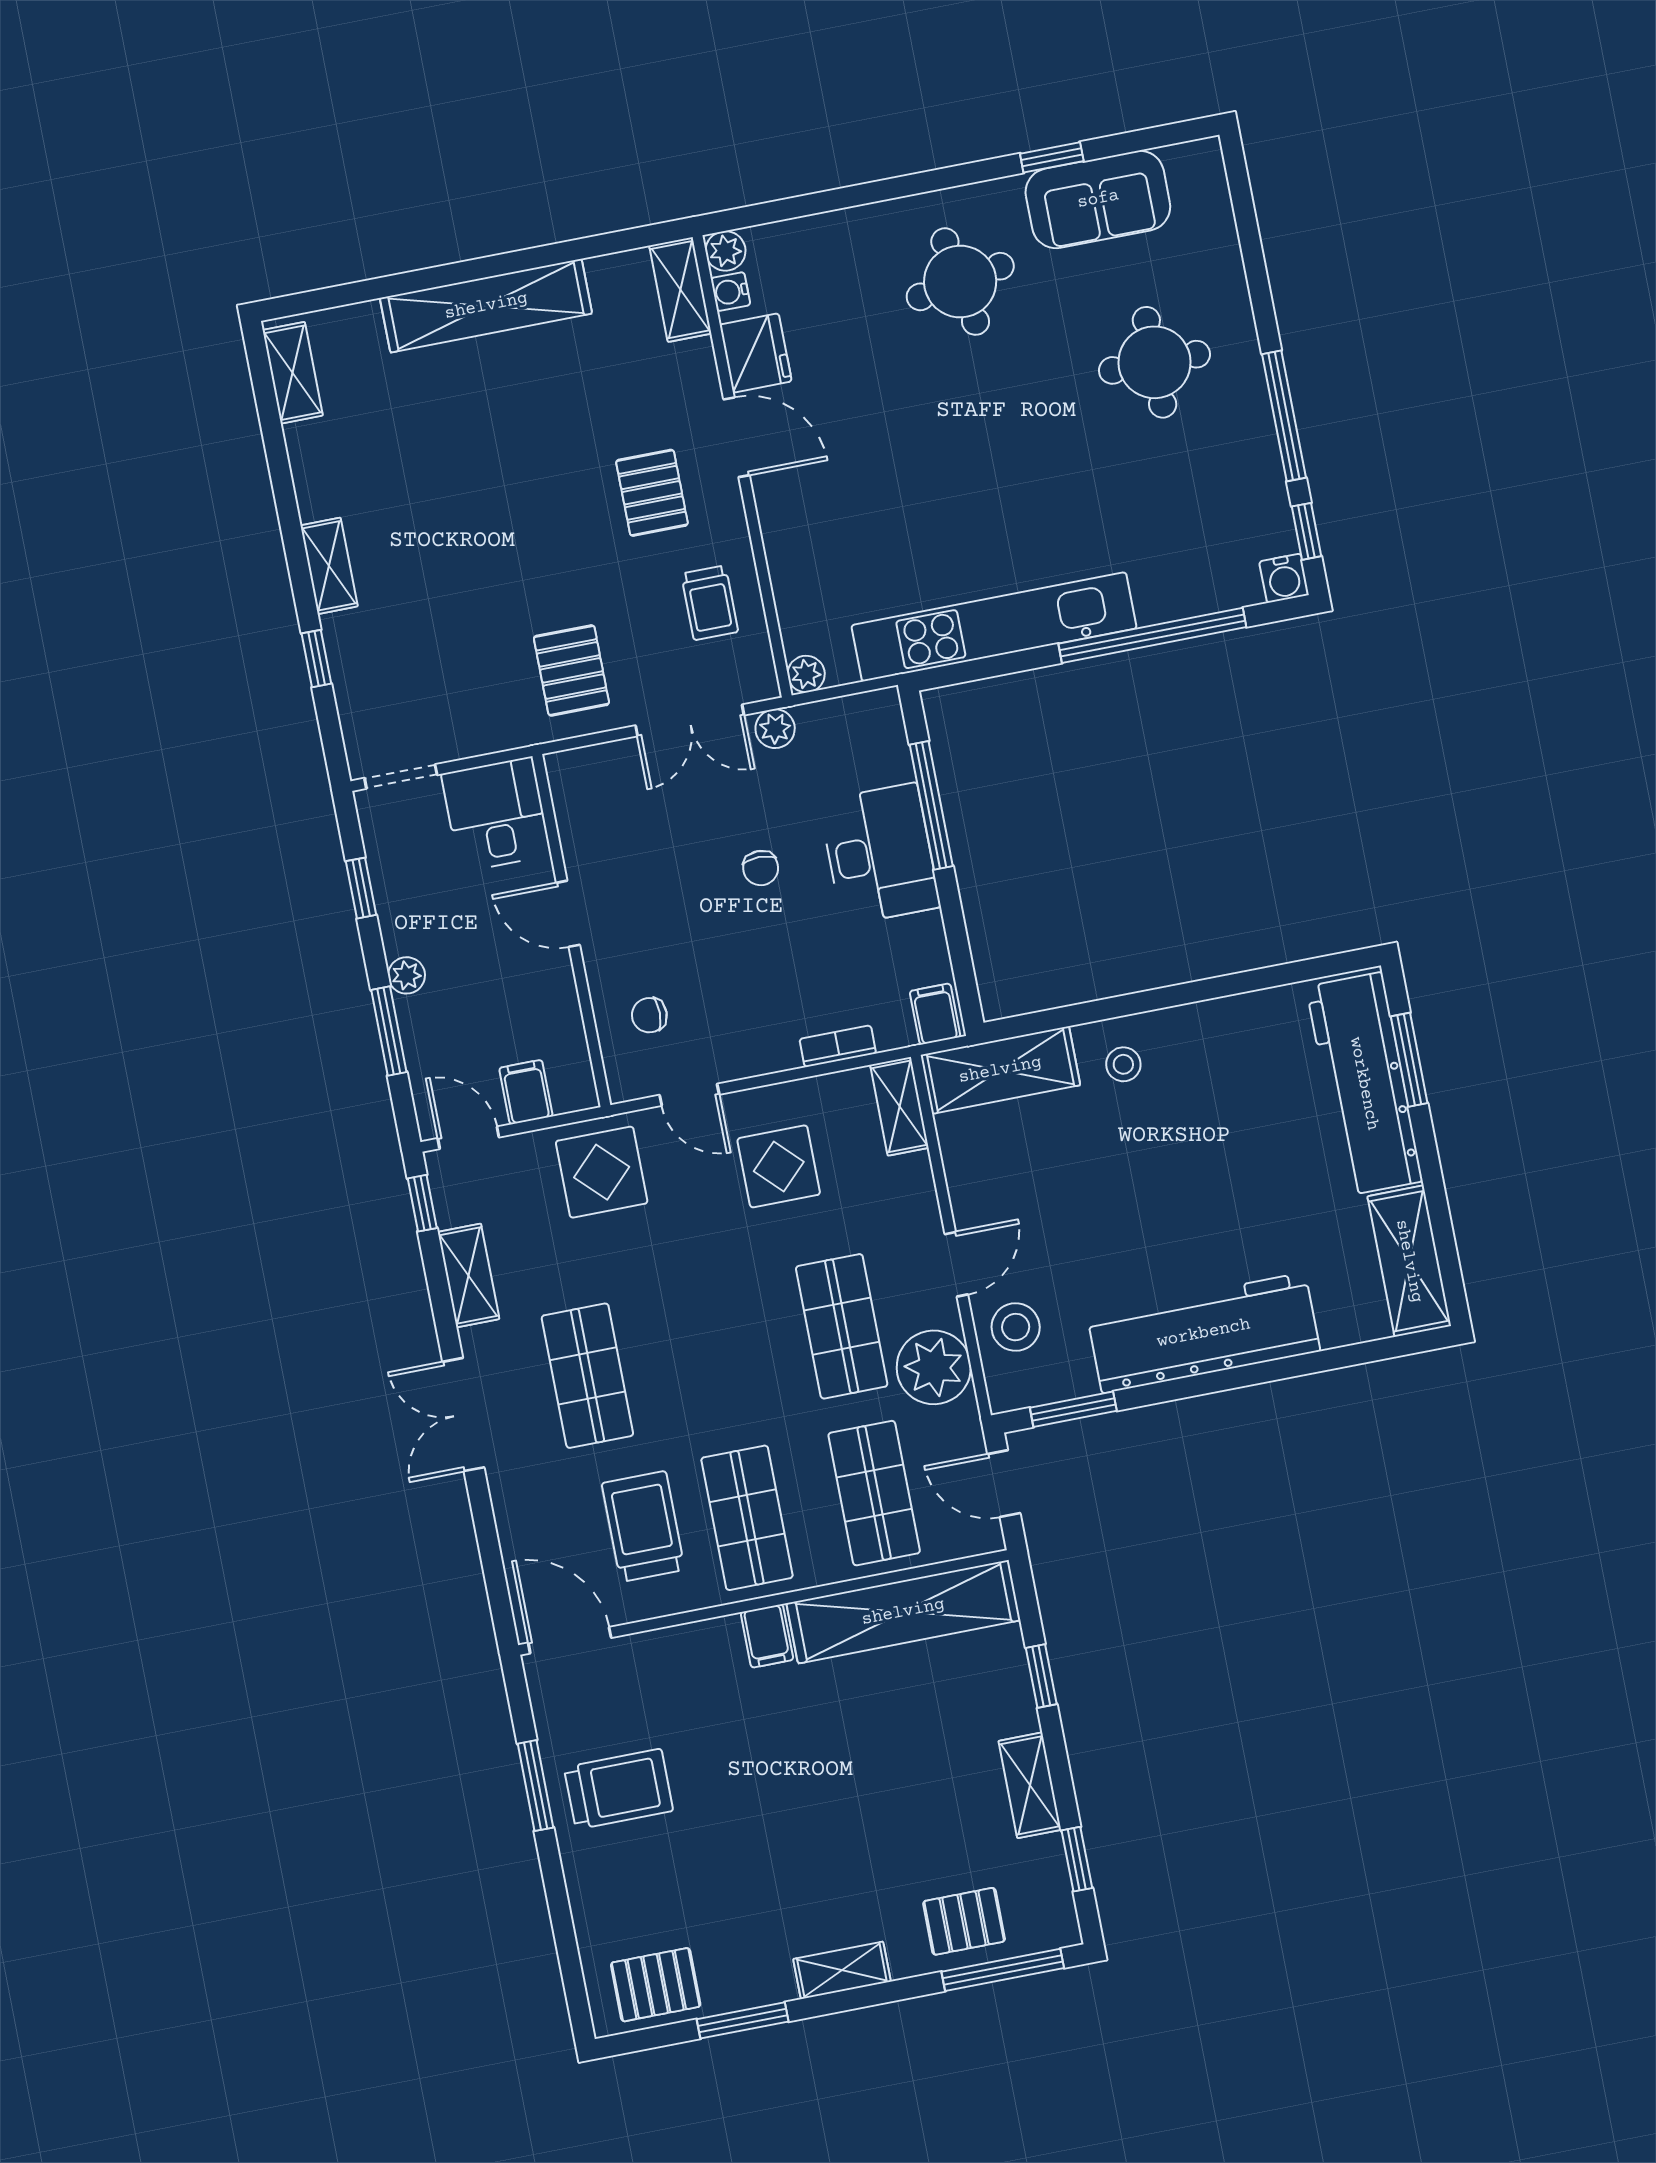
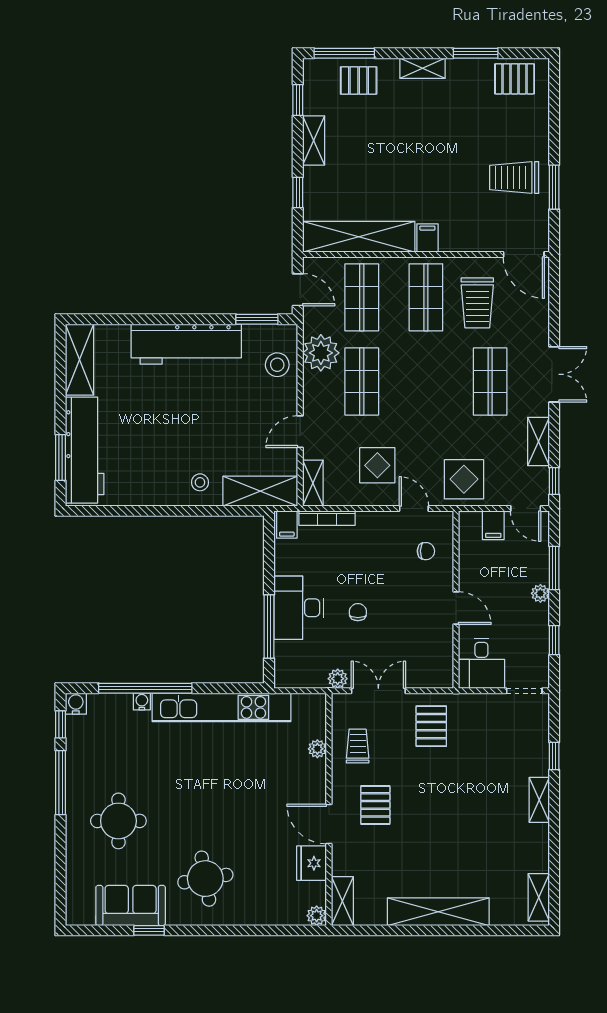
water cooler: (730, 292) -> (142, 702), moved, turned -90
plant: (806, 674) -> (317, 749), moved
bookcase: (838, 1046) -> (327, 518), width x1.56
door: (956, 1264) -> (300, 432), moved

